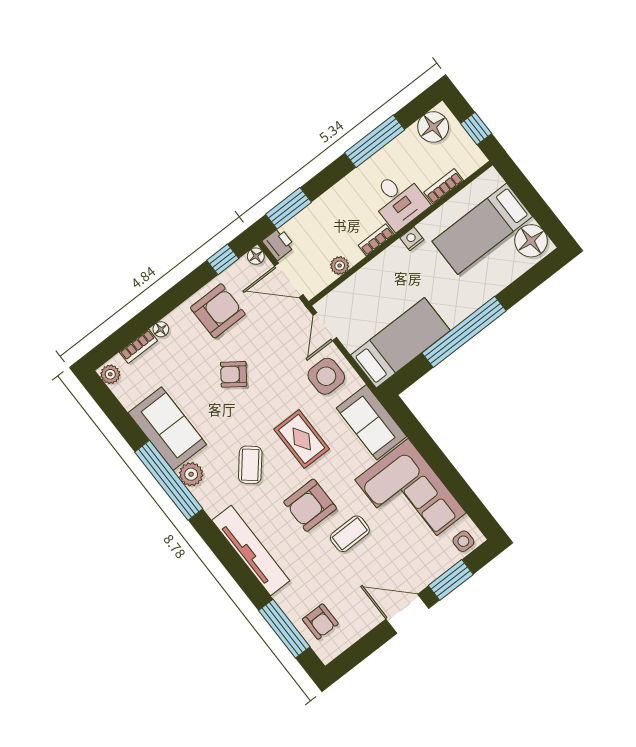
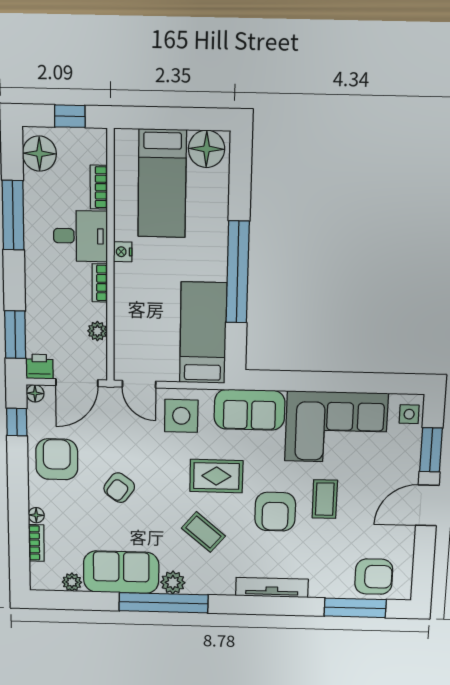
plant: (110, 374) -> (72, 582), moved
tv unit: (251, 551) -> (272, 587), width x0.73, depth x0.78
armchair: (320, 622) -> (374, 577), width x1.38, depth x1.38

